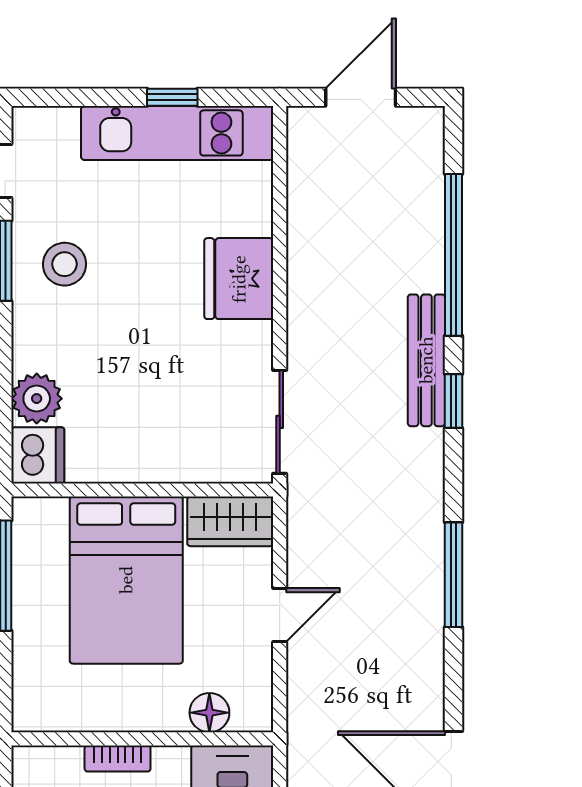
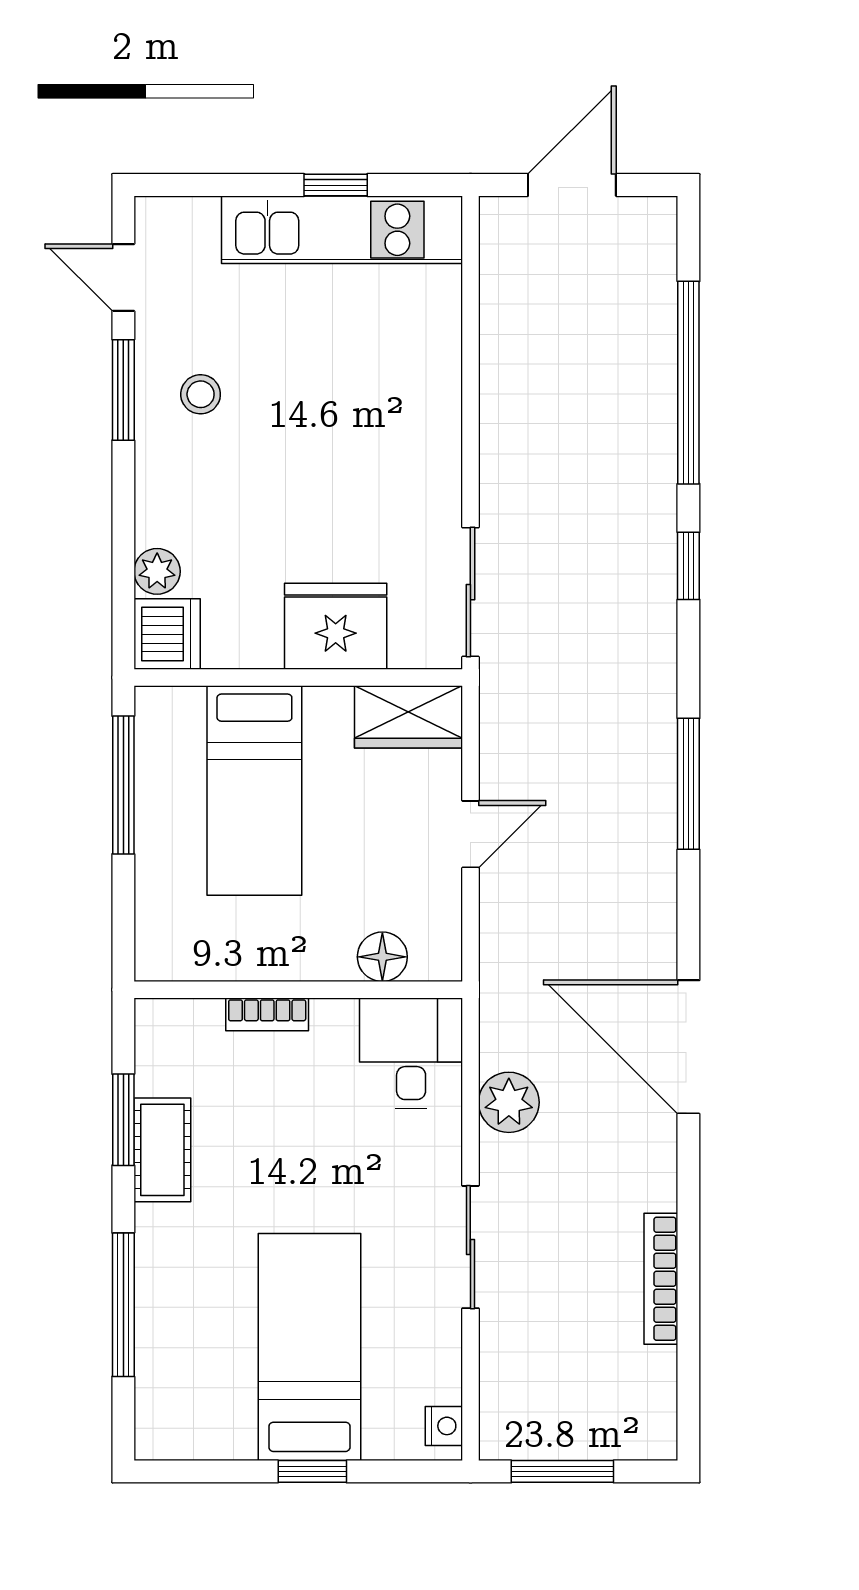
stool: (64, 264) -> (201, 394), width x0.73, depth x0.73
fridge: (239, 279) -> (336, 626), moved, turned 90
bench: (426, 360) -> (655, 515), removed
plant: (37, 399) -> (157, 571), width x0.73, depth x0.73
bed: (126, 580) -> (254, 791), width x0.67

